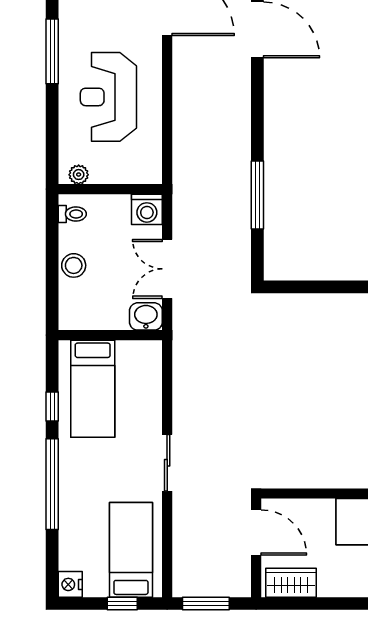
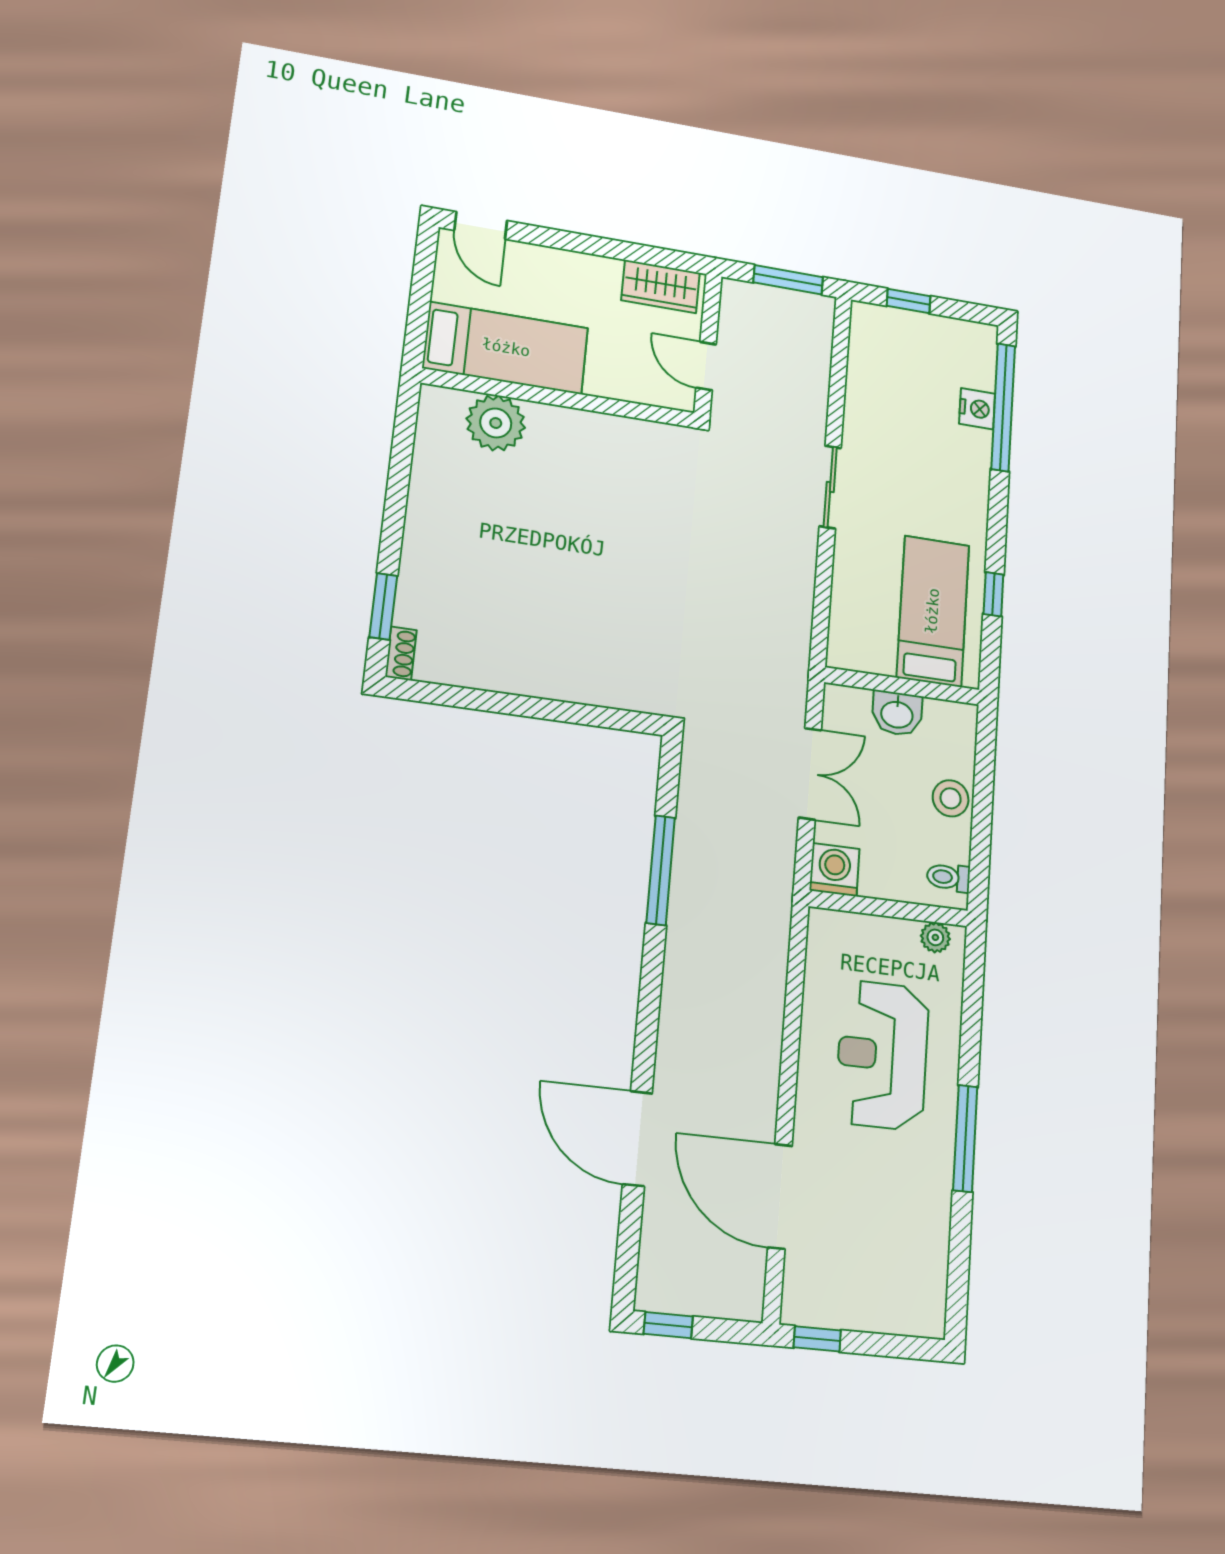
reception desk: (108, 97) -> (882, 1055), turned 180
washbasin: (146, 316) -> (897, 714), moved
window: (52, 484) -> (1003, 407), moved
door: (256, 532) -> (706, 366), width x0.73
bed: (131, 550) -> (891, 373), removed
nightstand: (70, 584) -> (977, 409), moved

